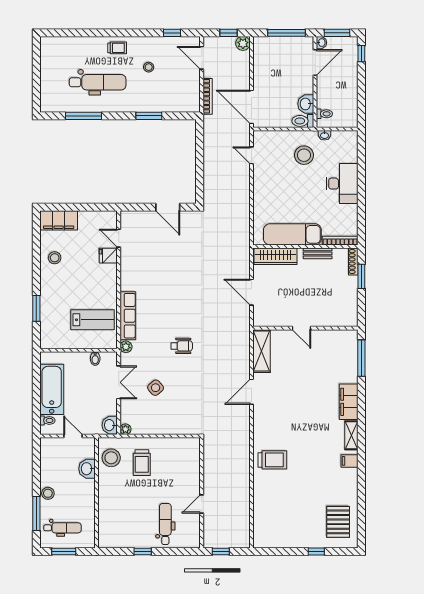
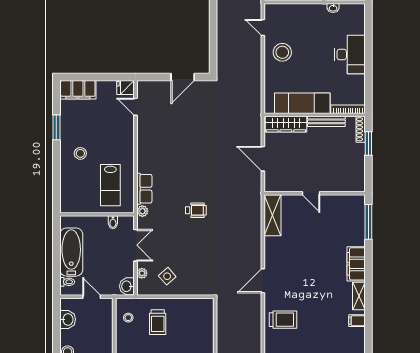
stool: (304, 155) -> (282, 52), moved
door: (168, 207) -> (183, 77), hinge flipped
bench: (318, 253) -> (326, 121), width x1.36
fridge: (108, 256) -> (126, 88), moved
stool: (55, 258) -> (80, 153), moved
window: (36, 308) -> (56, 127), moved
row of seats: (128, 316) -> (144, 189), width x0.68
lab bench: (92, 320) -> (110, 185), turned 90
side table: (156, 388) -> (167, 276), moved
door: (251, 392) -> (263, 281), moved
plant: (125, 429) -> (142, 273), moved
stool: (111, 458) -> (128, 318), width x0.53, depth x0.53
washbasin: (87, 469) -> (68, 319), moved, turned 180

